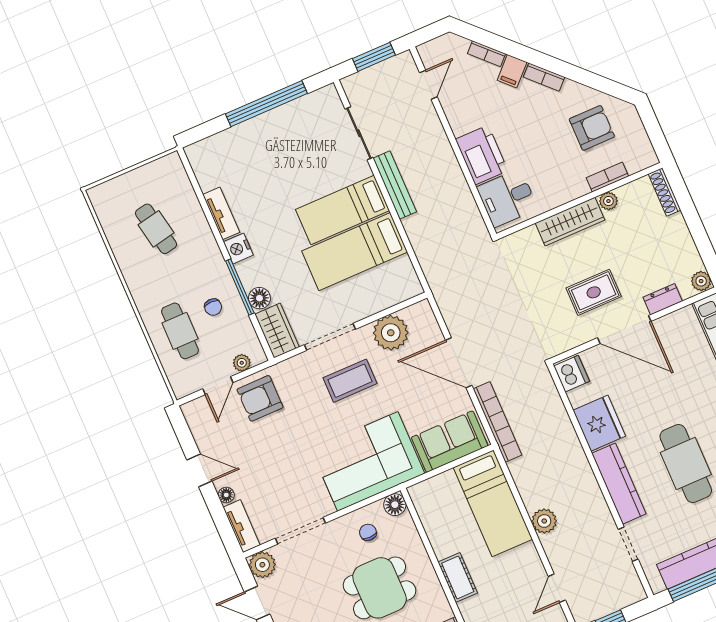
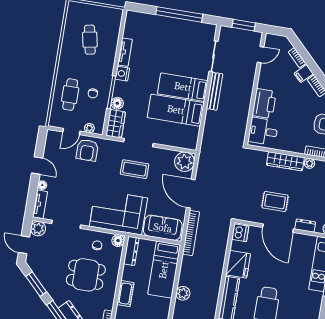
plant: (391, 333) -> (185, 162), moved
armchair: (260, 398) -> (87, 150), turned -90
dresser: (425, 507) -> (131, 251), added

